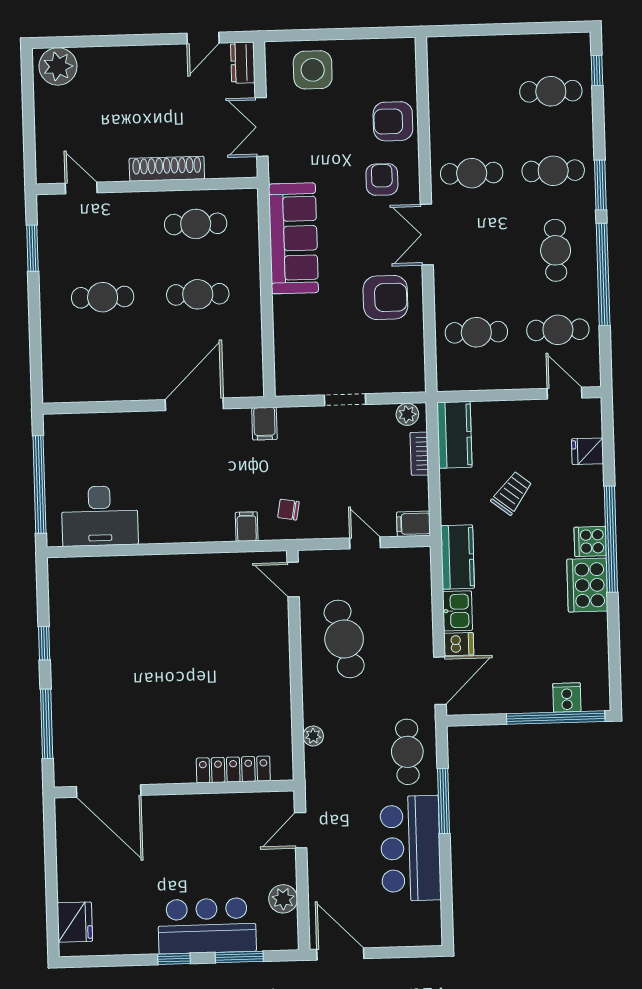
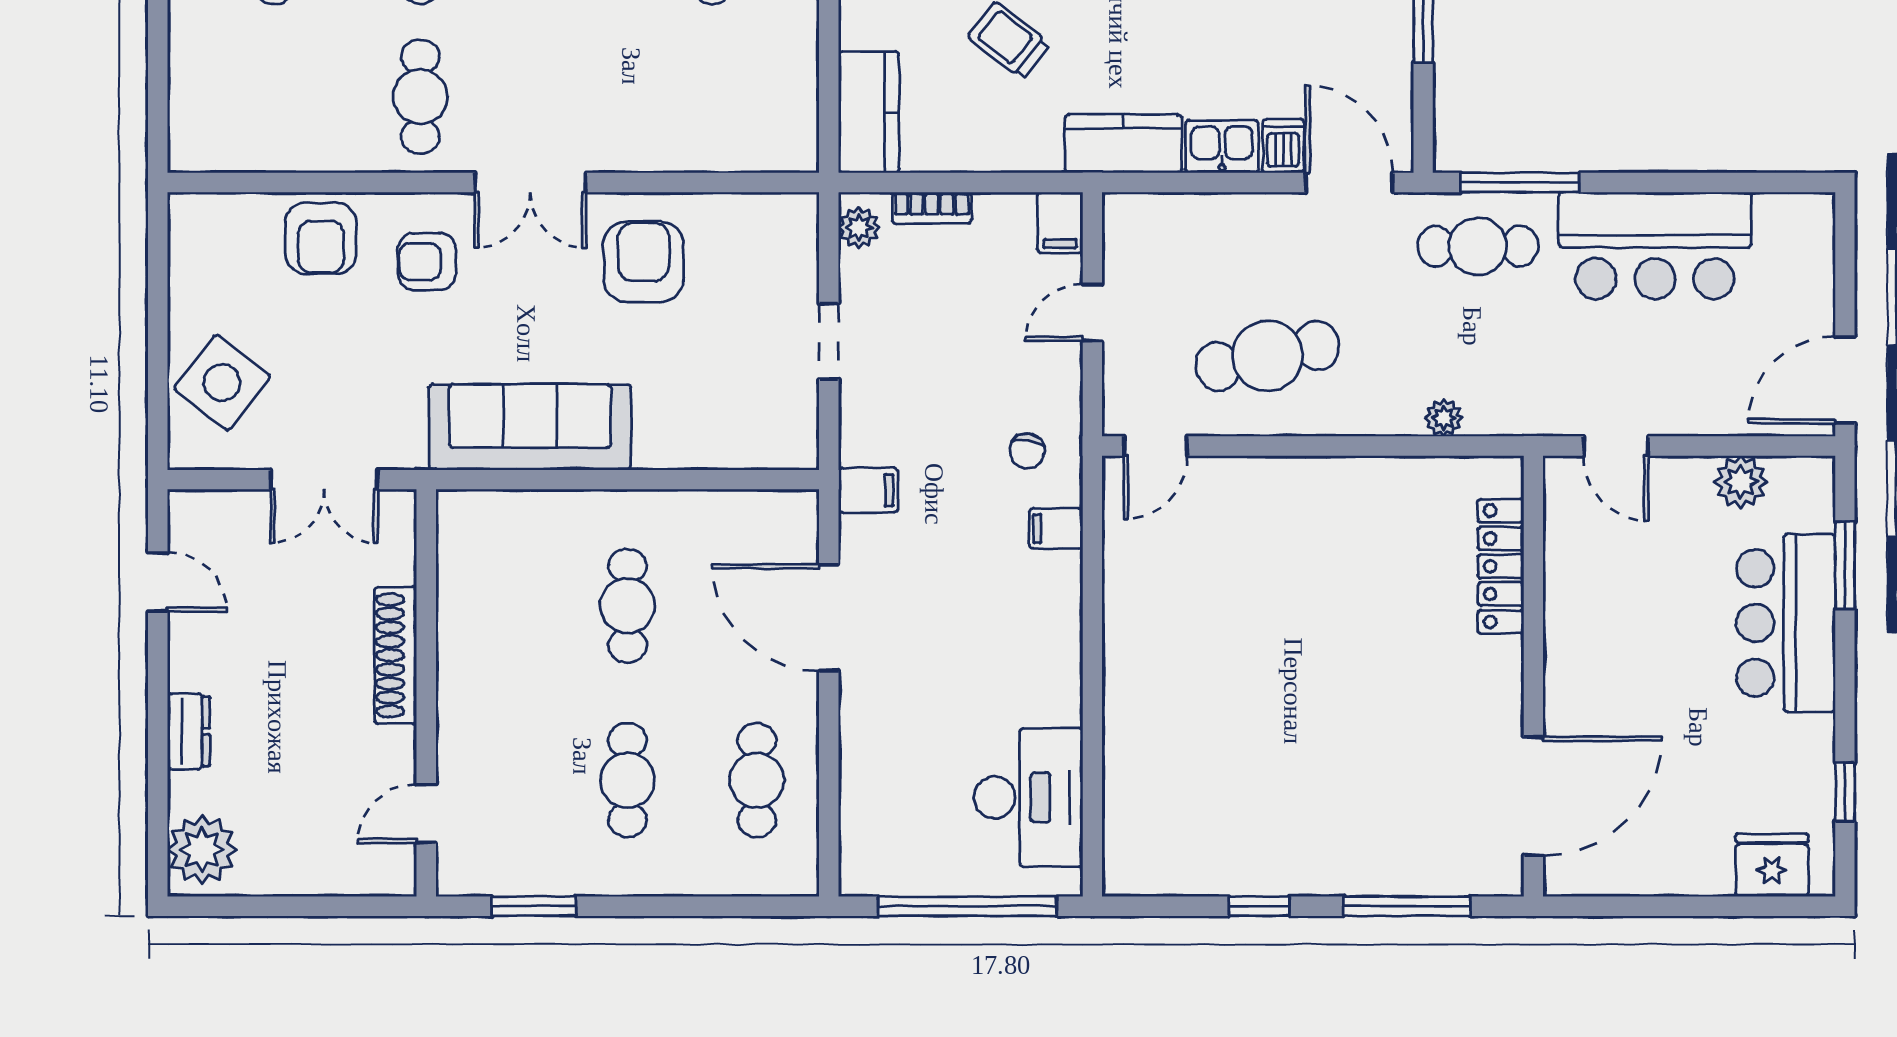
dresser: (243, 63) -> (189, 731), moved, turned -90
side table: (313, 70) -> (222, 383), turned 38
cafe table: (196, 224) -> (757, 780), moved
cafe table: (476, 332) -> (712, 97), removed
kitchen counter: (454, 435) -> (869, 112), moved, turned 90
window: (444, 801) -> (1520, 182), moved
window: (174, 959) -> (1845, 792), moved

